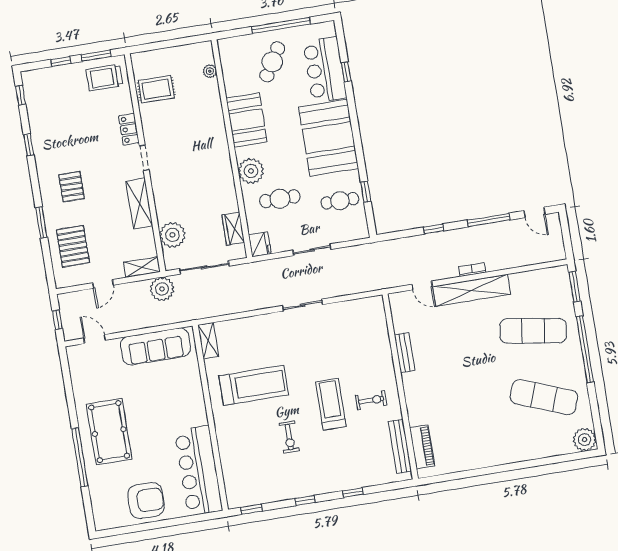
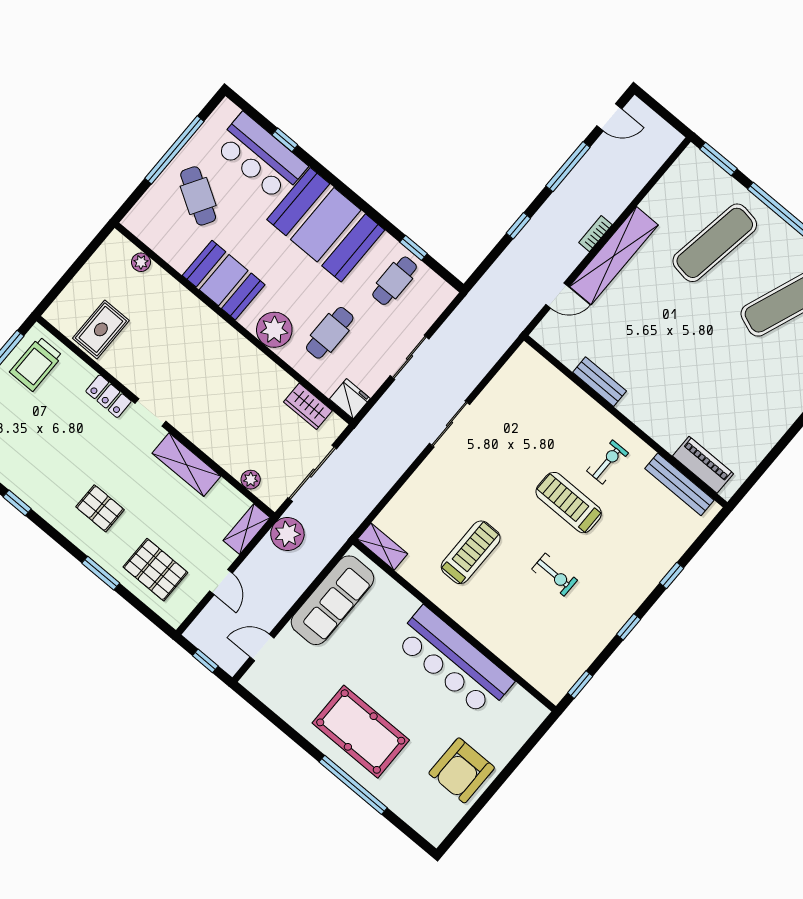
plant: (172, 235) -> (251, 480), width x0.53, depth x0.53
treadmill: (254, 385) -> (471, 552), width x0.73, depth x0.73
bar counter: (199, 471) -> (454, 661), moved
armchair: (146, 500) -> (462, 770), turned 180

